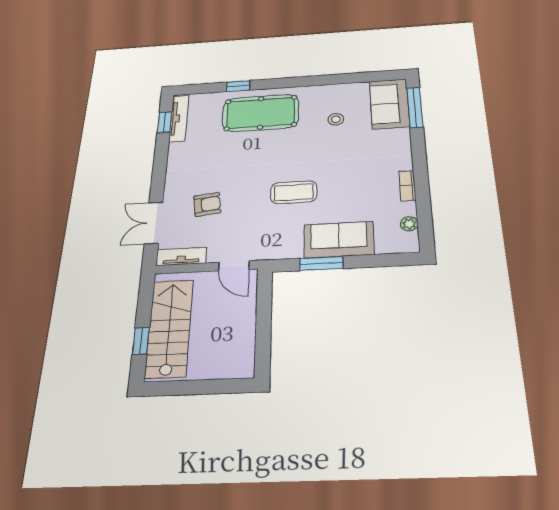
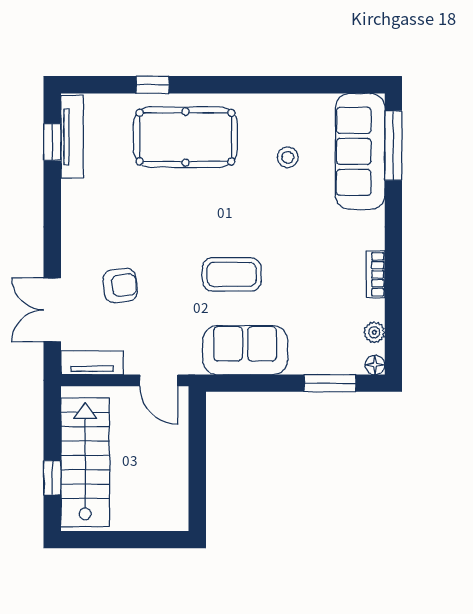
sofa: (389, 104) -> (360, 151), width x1.36
sofa: (339, 240) -> (245, 350), moved
floor lamp: (412, 246) -> (375, 365), added
window: (321, 263) -> (330, 383), moved

